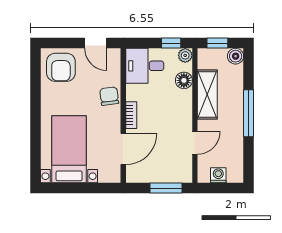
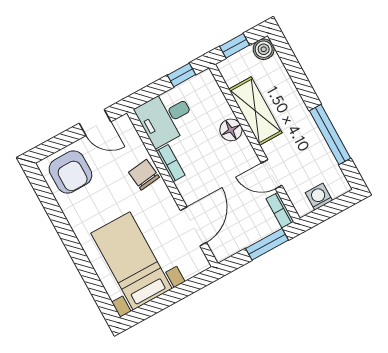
plant: (185, 55) -> (205, 80), removed
floor lamp: (184, 80) -> (231, 130), moved
window: (249, 113) -> (330, 135), moved
bookcase: (131, 115) -> (171, 163), moved
door: (195, 143) -> (272, 174), swing flipped
bookcase: (187, 170) -> (280, 210), added

